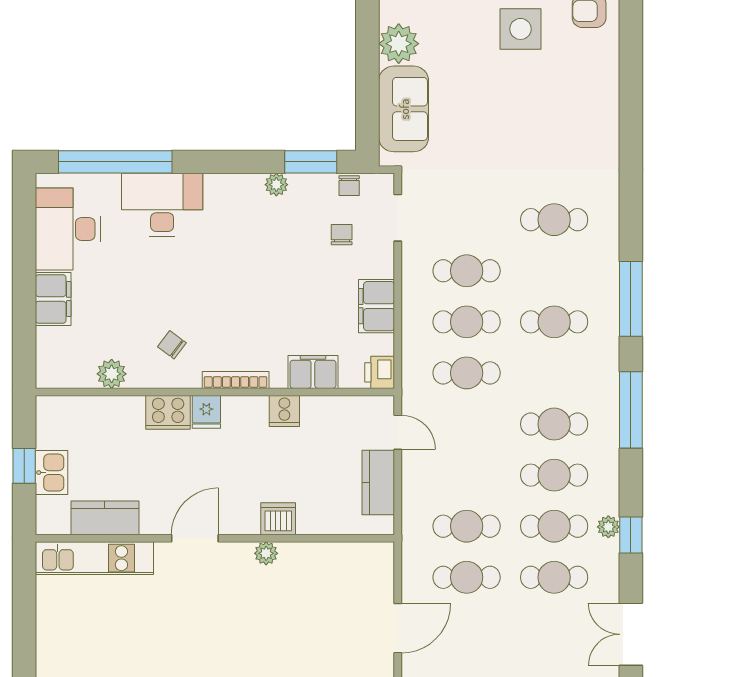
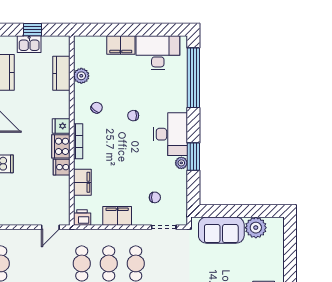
window: (311, 162) -> (193, 157), moved
chair: (349, 186) -> (133, 116), moved
desk: (162, 205) -> (171, 134), moved
cooker: (168, 412) -> (61, 146), moved
kitchen counter: (378, 483) -> (61, 73), moved, turned -90

